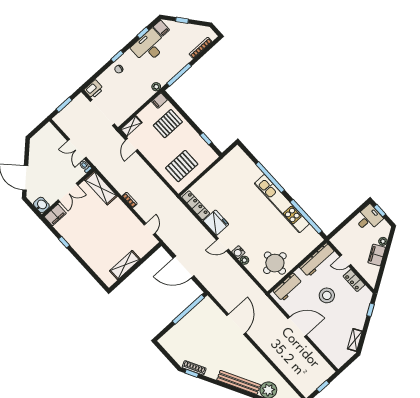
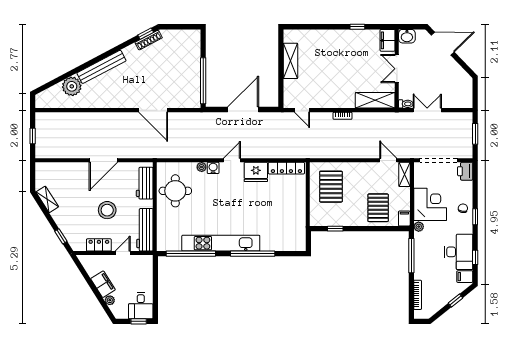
corner desk: (135, 92) -> (430, 204), added

